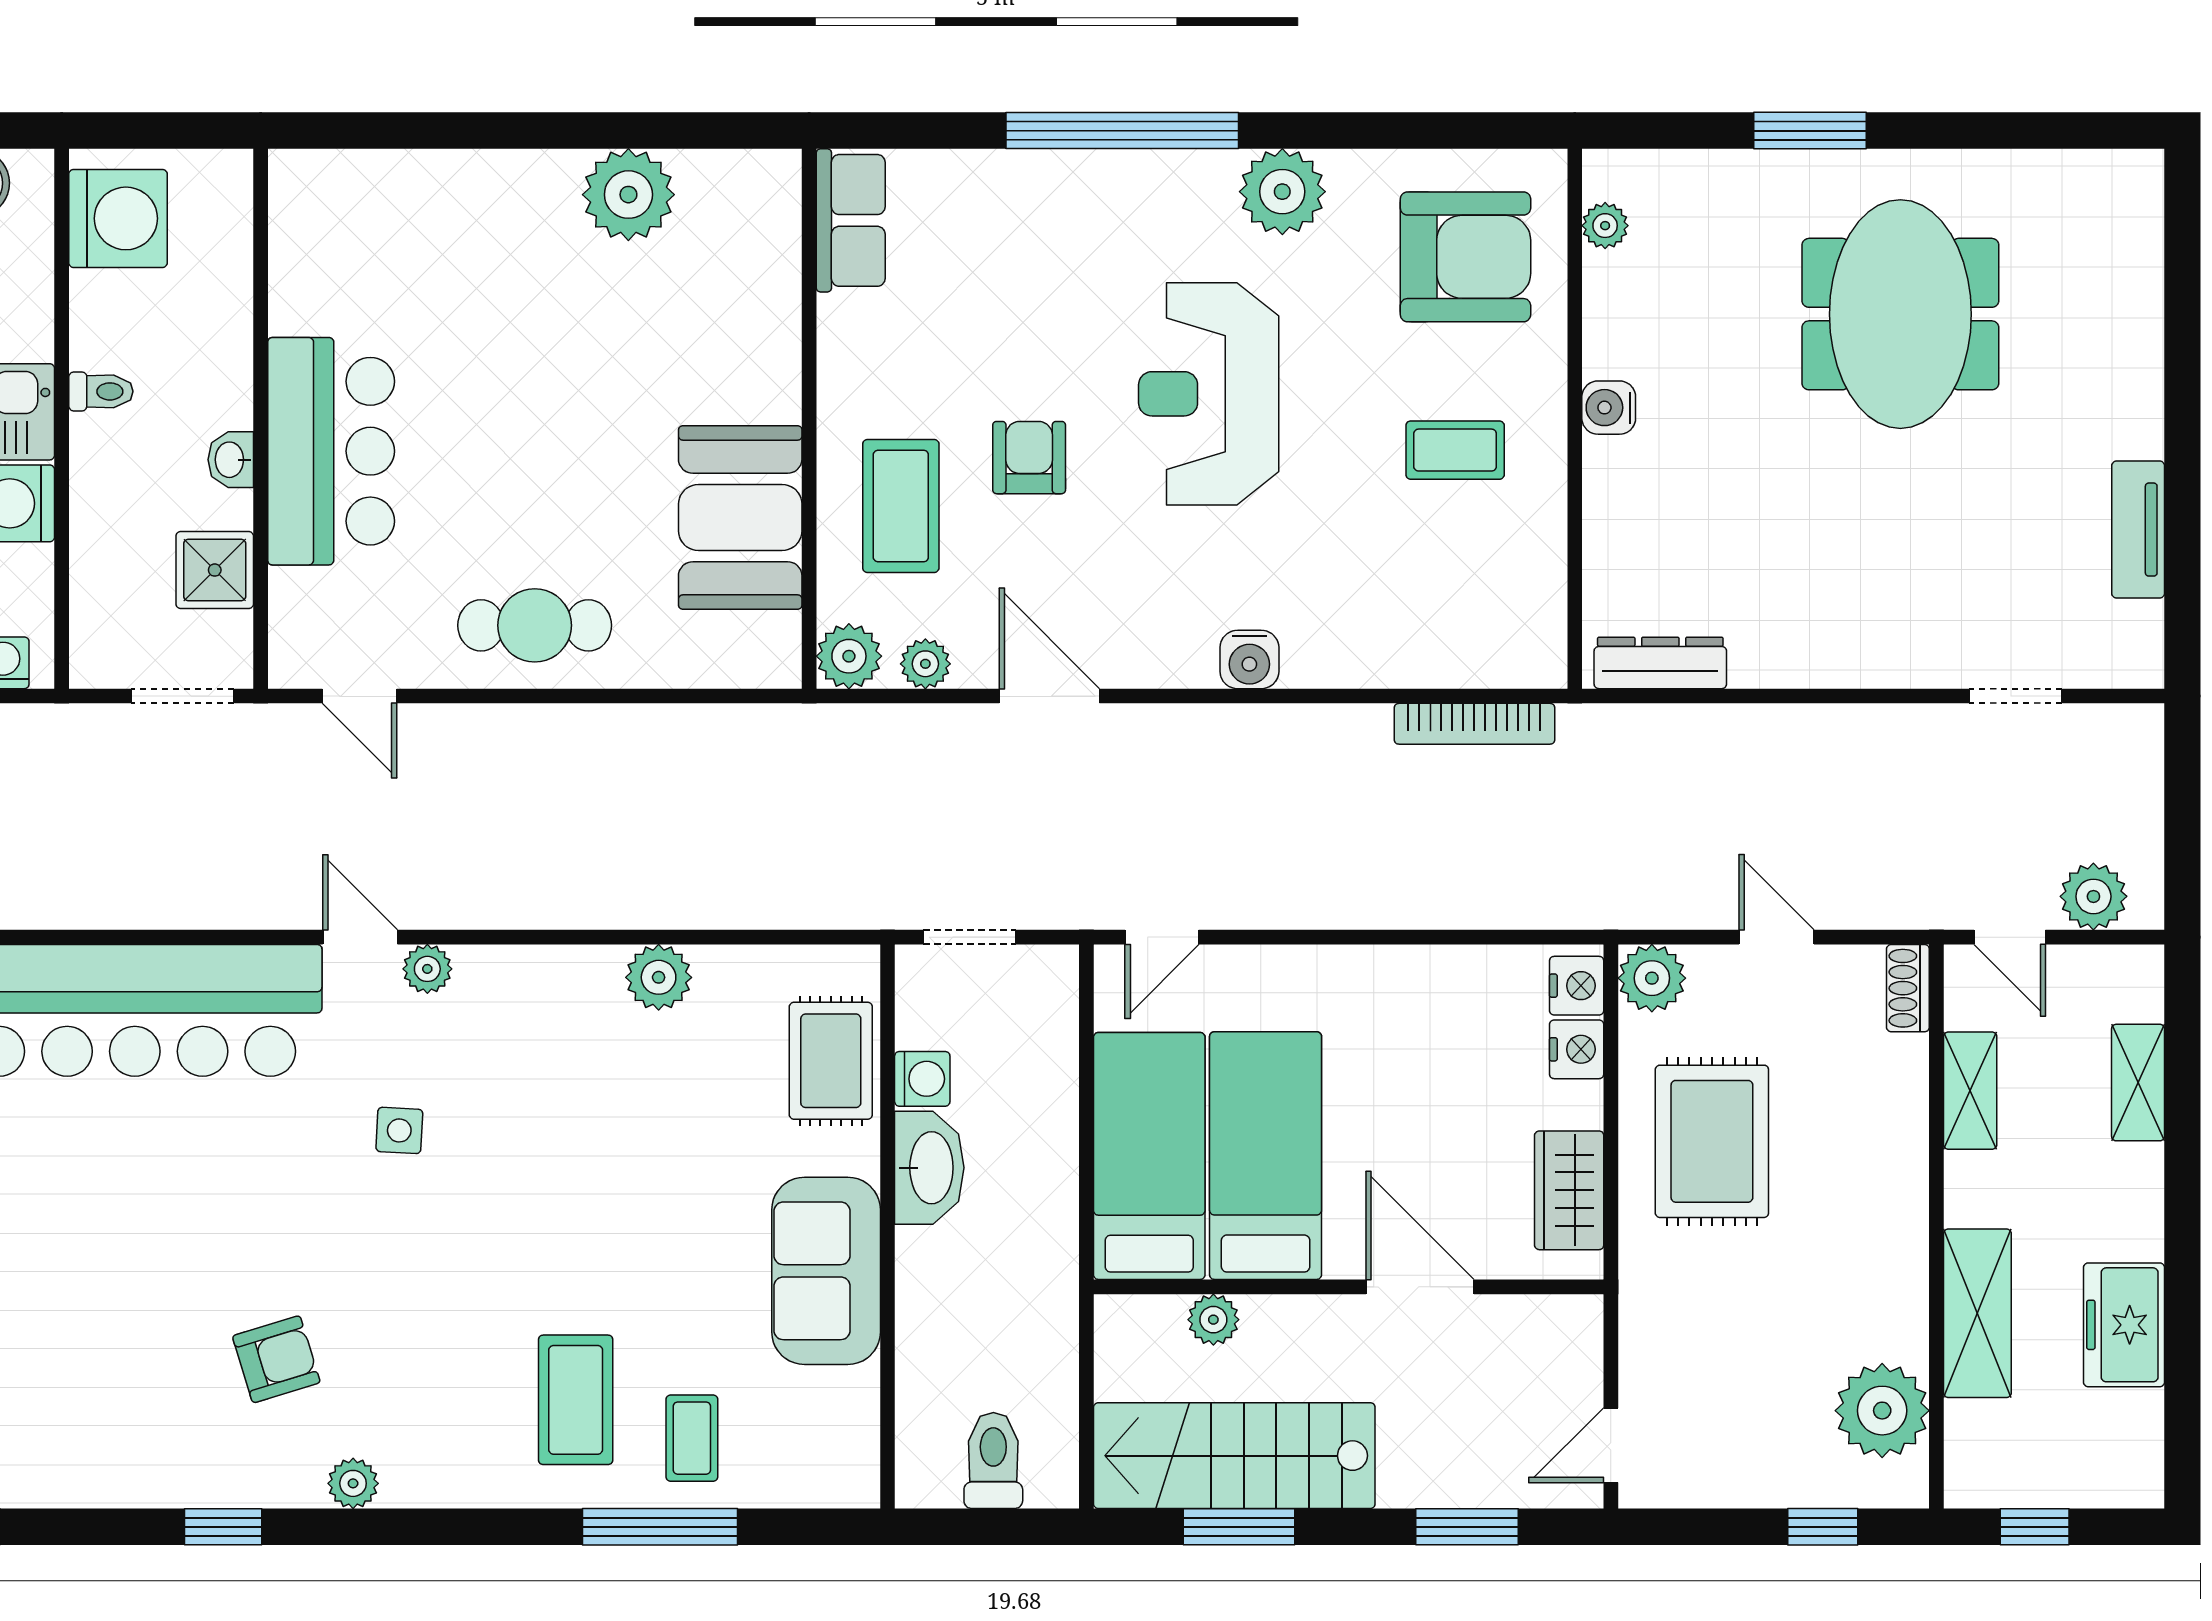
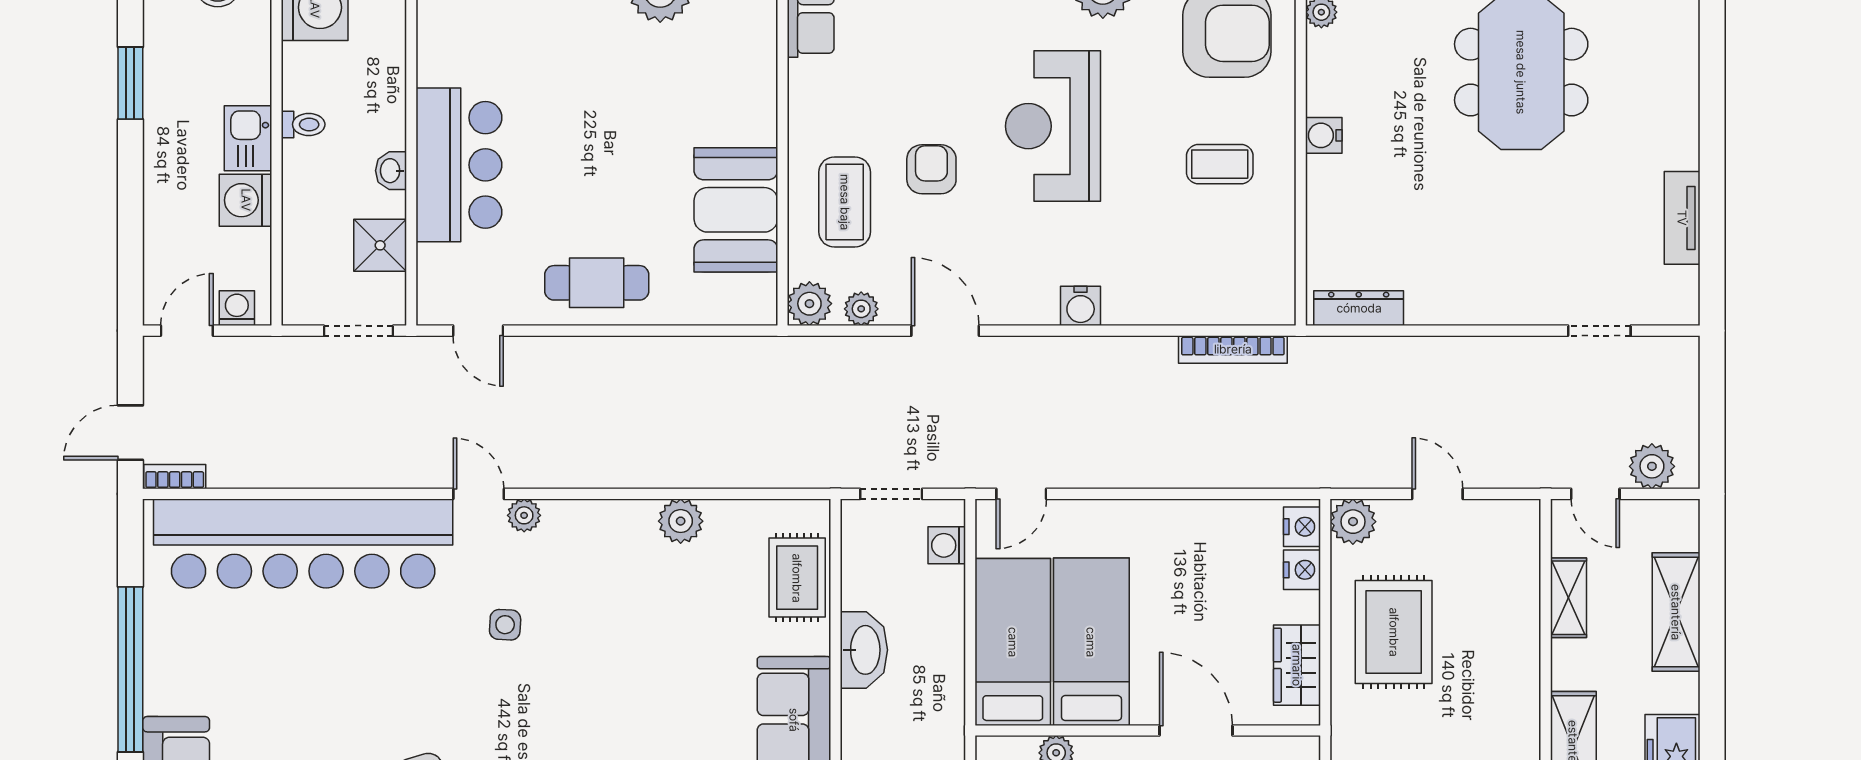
shoe rack: (1908, 988) -> (1526, 528), removed
washing machine: (922, 1079) -> (947, 545), moved, turned 180
shelving: (2138, 1083) -> (1676, 612), width x1.50, depth x1.33

